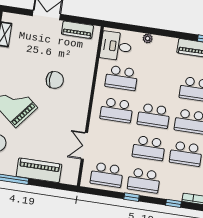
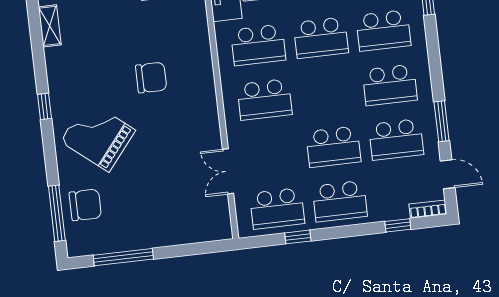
school desk: (154, 116) -> (321, 38), moved
piano: (39, 170) -> (165, 231), removed
window: (132, 197) -> (298, 237), moved

